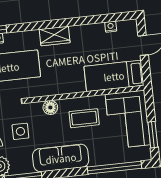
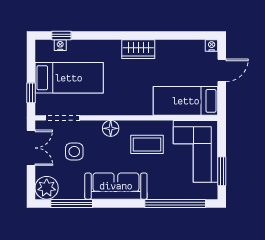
nightstand: (111, 27) -> (212, 45), moved
wardrobe: (55, 36) -> (138, 49), moved

